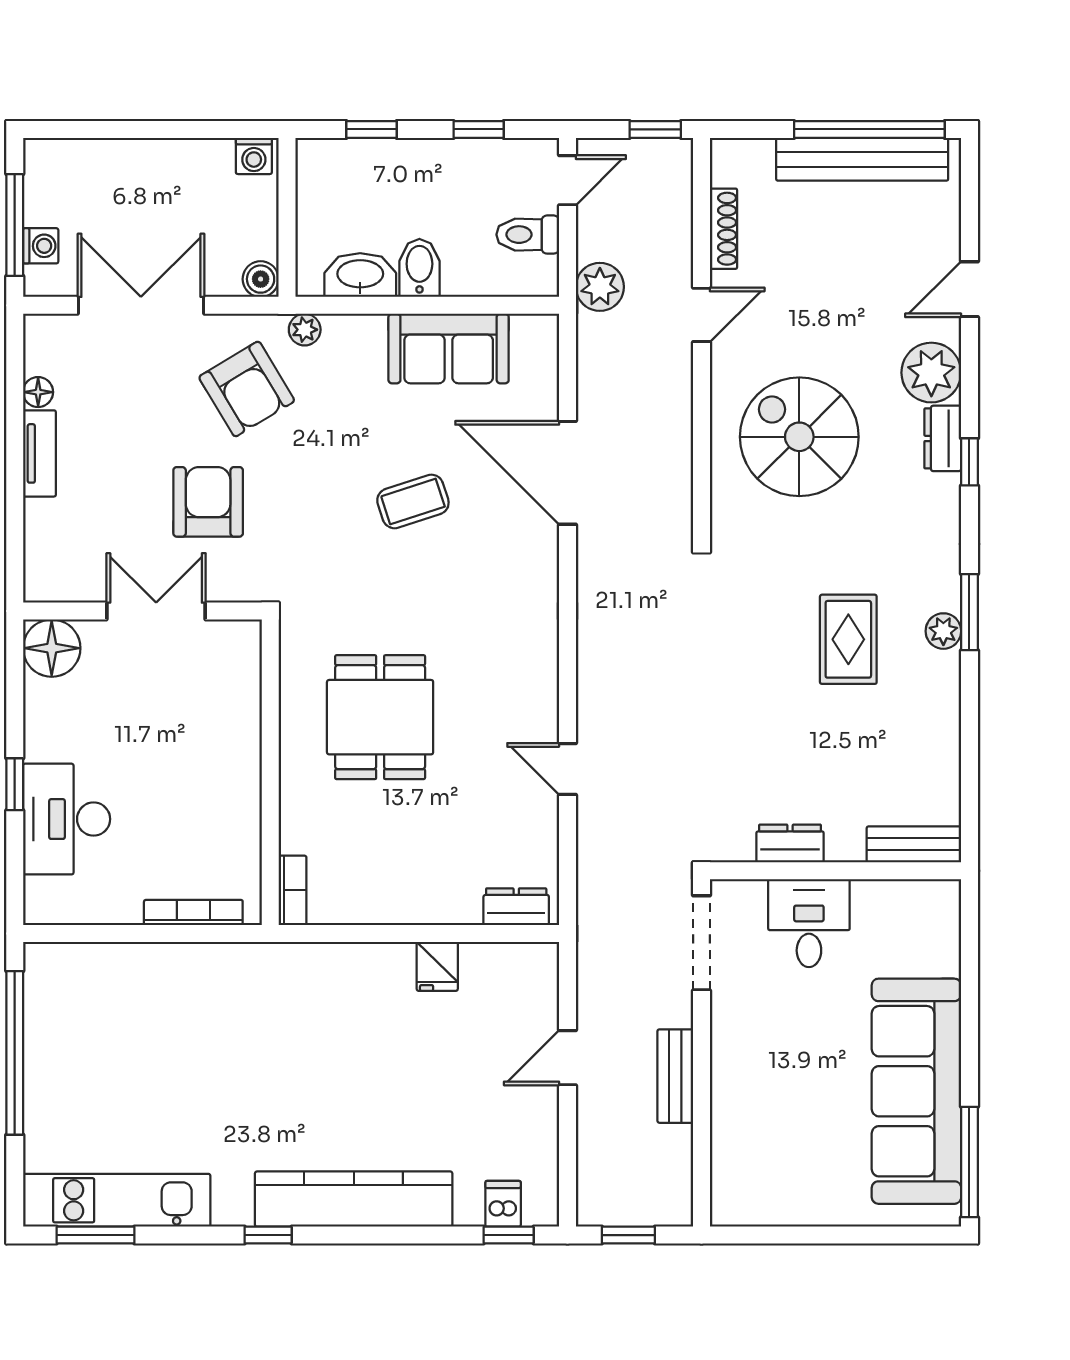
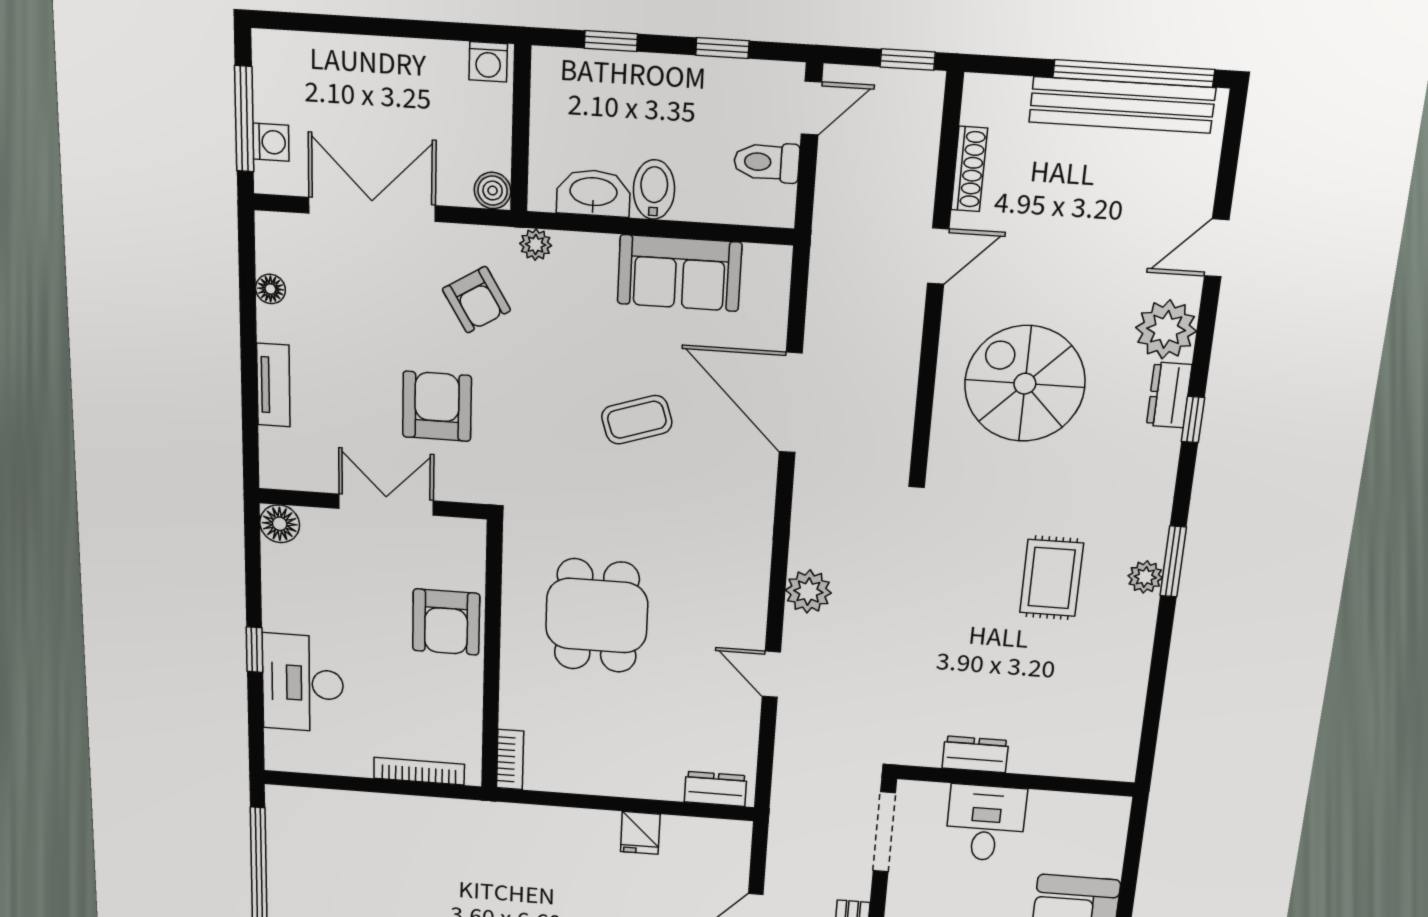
plant: (600, 287) -> (808, 591), moved
armchair: (247, 389) -> (476, 300), width x0.72, depth x0.72
tv unit: (39, 453) -> (273, 385), moved
floor lamp: (52, 648) -> (280, 524), width x0.73, depth x0.73
armchair: (221, 737) -> (446, 622), added
bench: (914, 844) -> (1092, 764), removed

